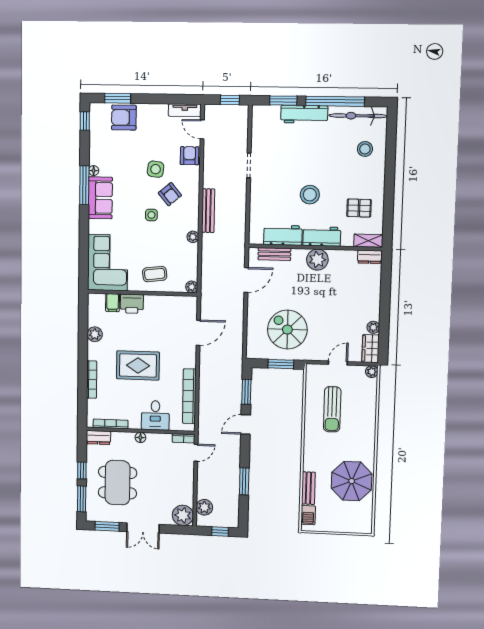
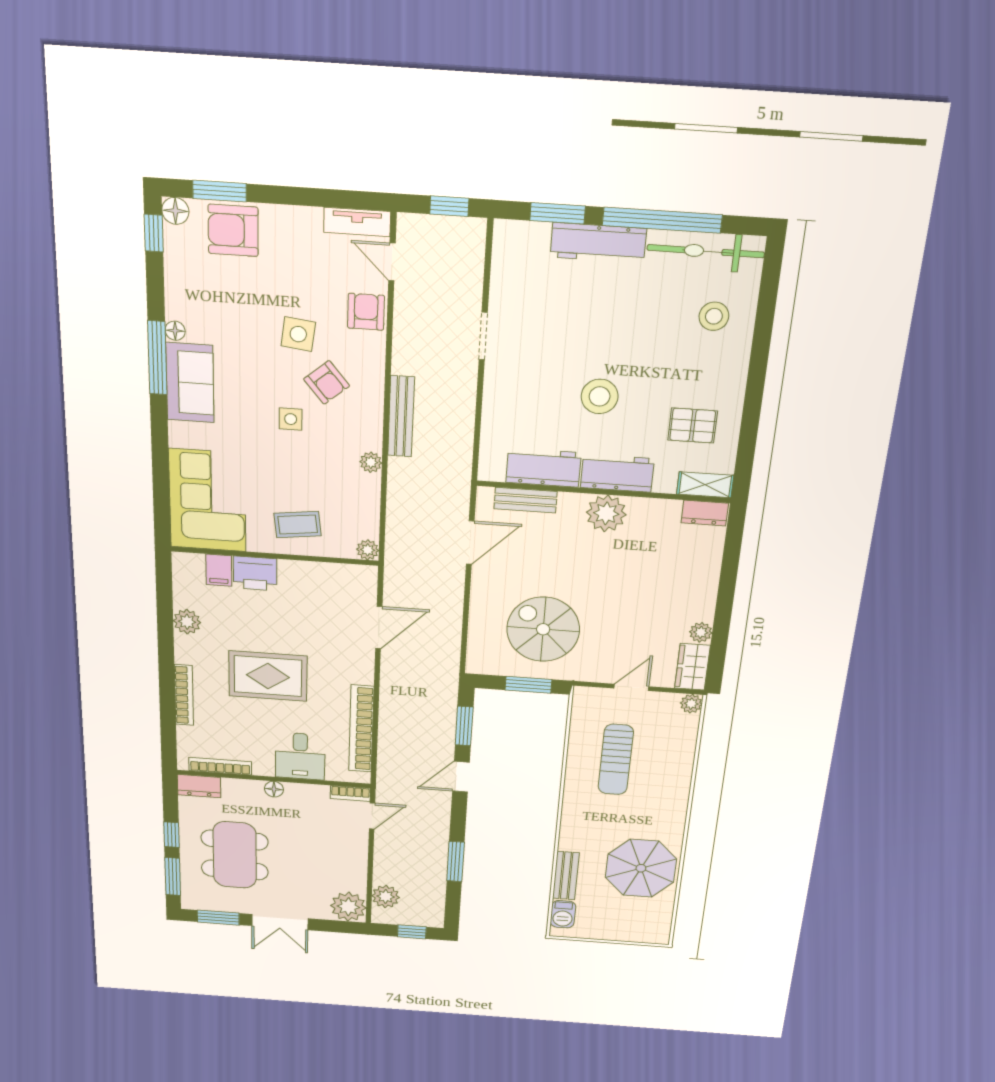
floor lamp: (96, 109) -> (175, 211), added

